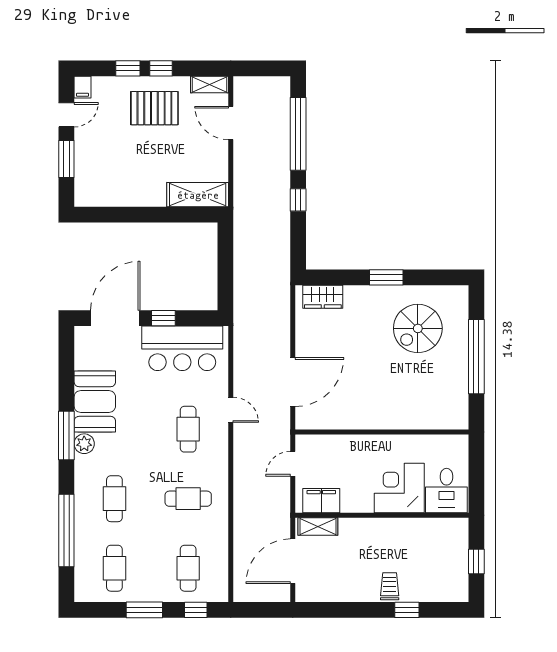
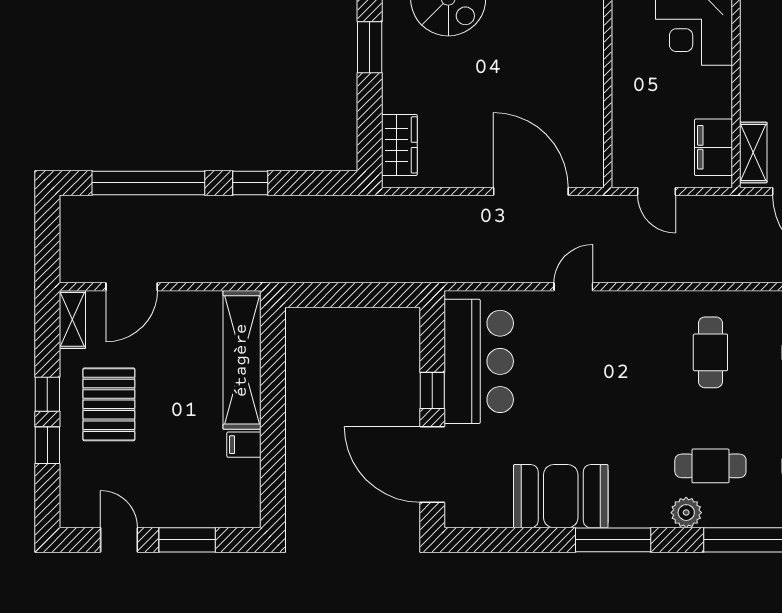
filing cabinet: (83, 87) -> (244, 445), moved, turned 180
shelving: (198, 195) -> (242, 360), width x1.47
cafe table: (188, 429) -> (603, 352), removed
plant: (84, 444) -> (686, 513), moved

